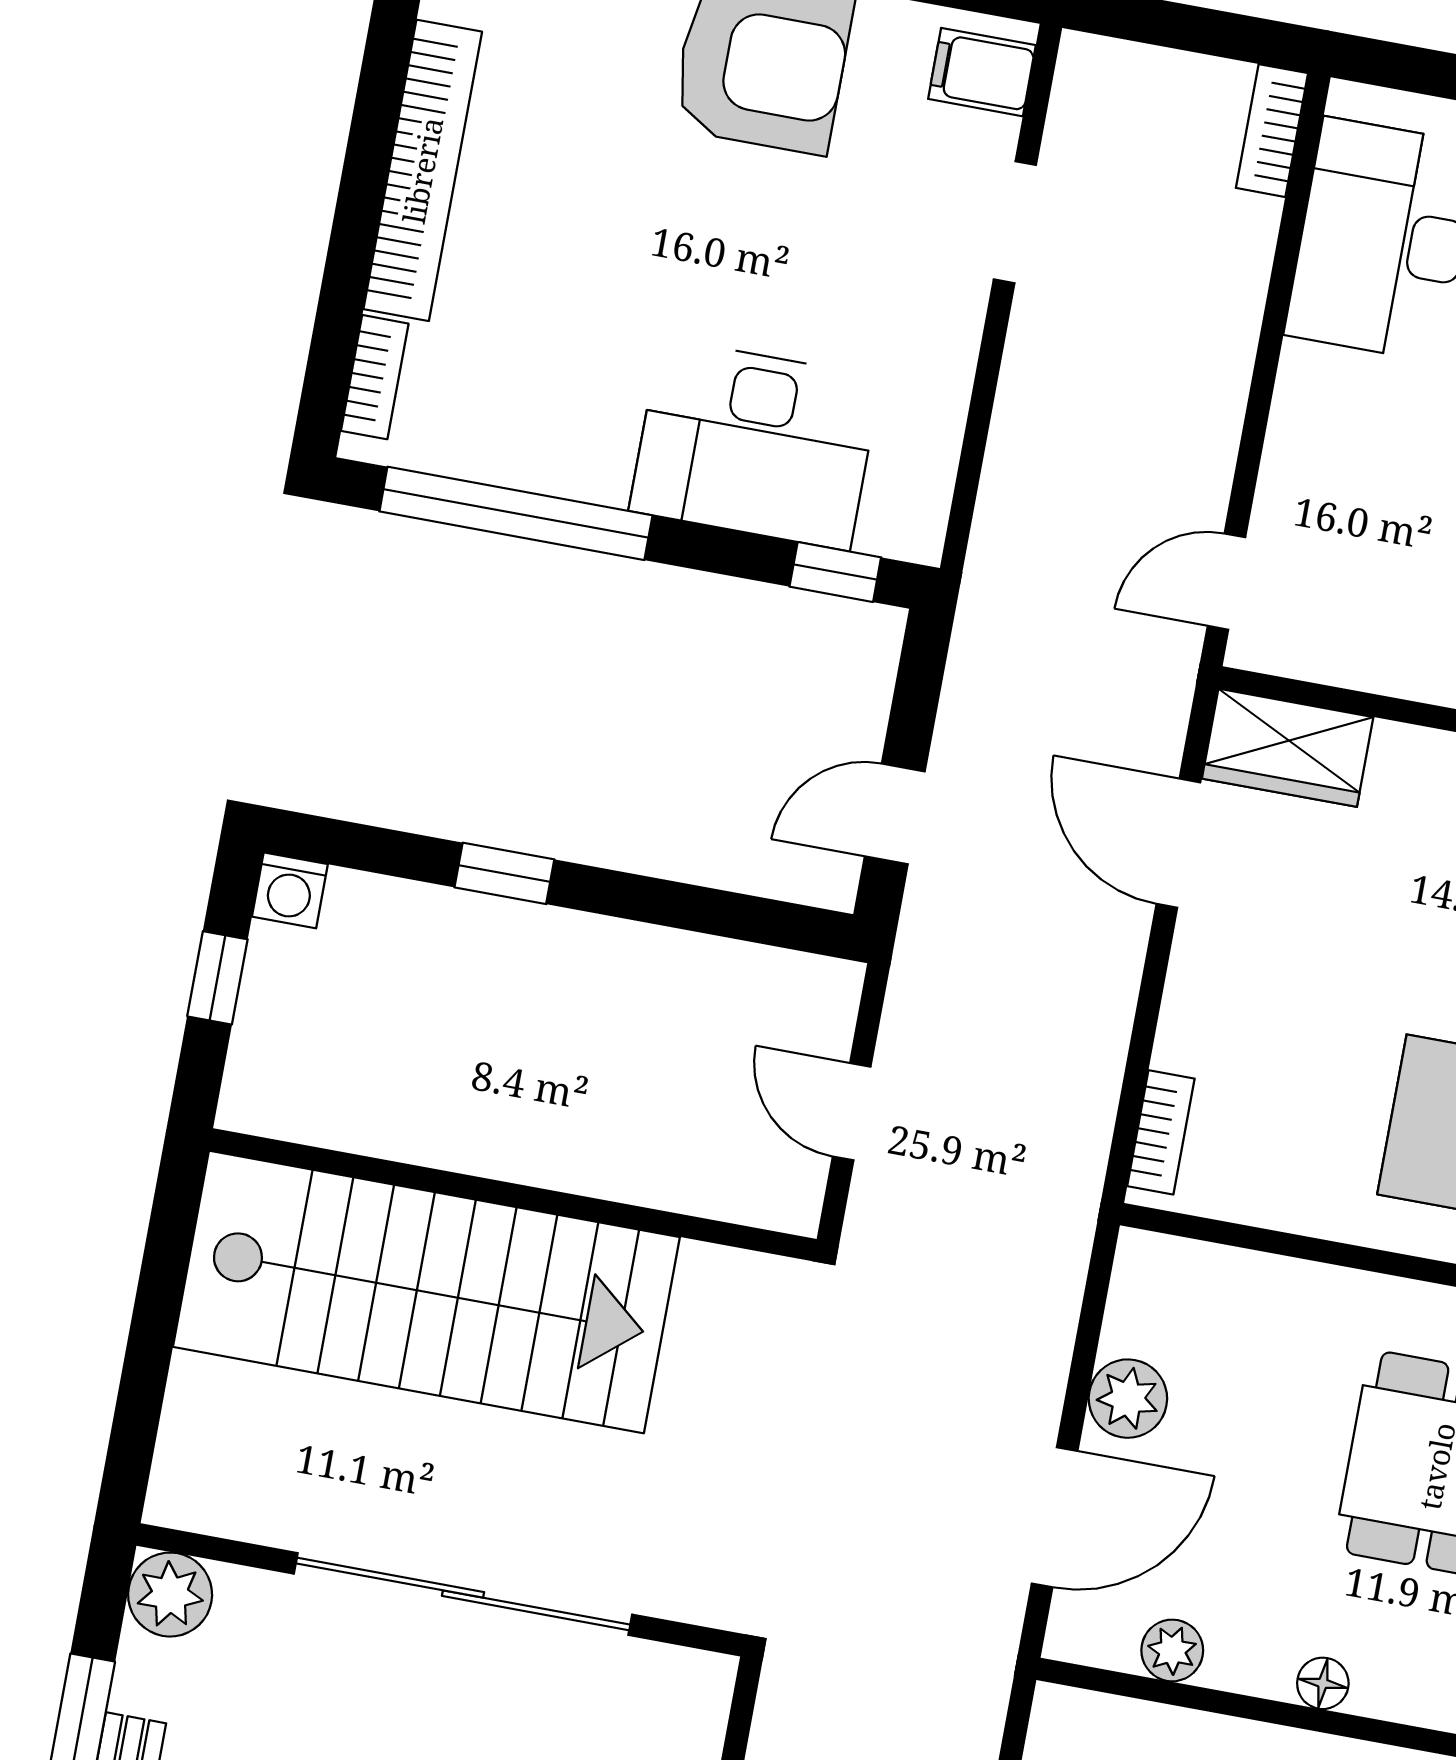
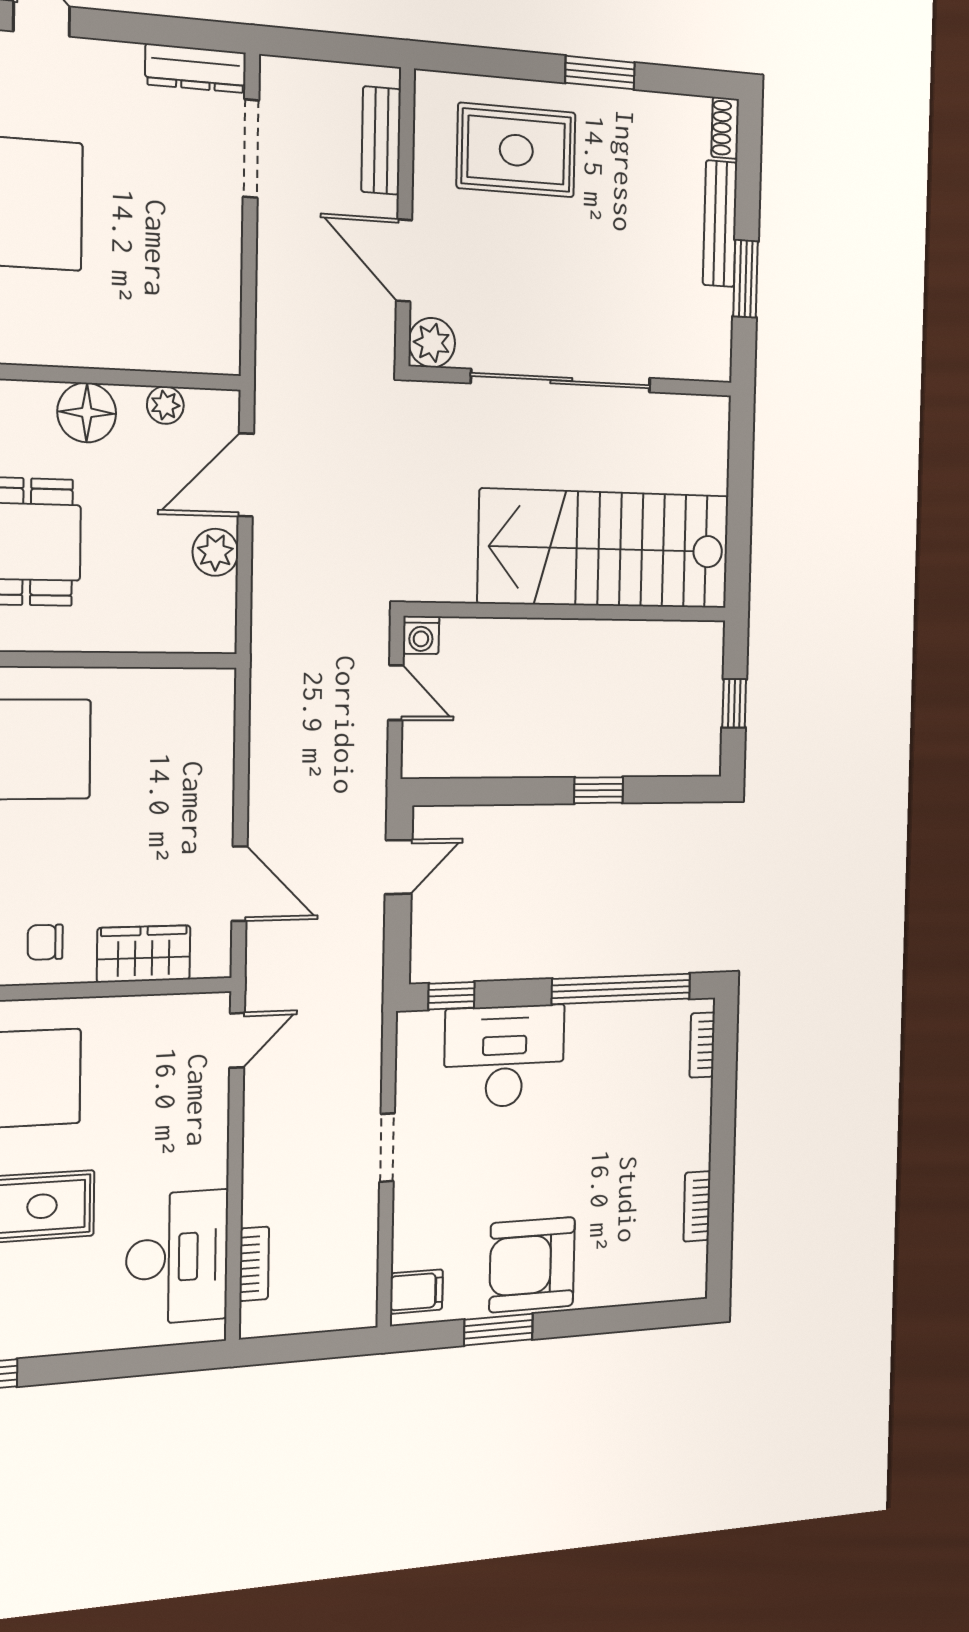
bookcase: (1272, 131) -> (254, 1264), moved
bookcase: (423, 170) -> (697, 1206), width x0.43, depth x0.76
doorway: (1015, 222) -> (387, 1148), moved
wardrobe: (1288, 748) -> (144, 954), moved
washing machine: (290, 890) -> (421, 635), moved, turned 180
bookcase: (1161, 1132) -> (222, 713), removed
plant: (170, 1595) -> (432, 343), moved
floor lamp: (1323, 1683) -> (87, 413), width x1.89, depth x1.89

